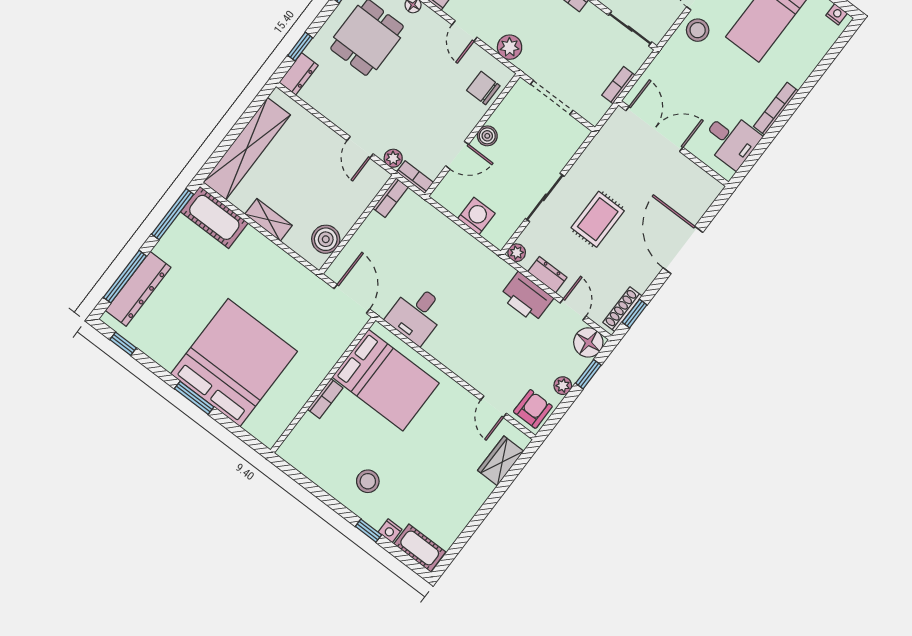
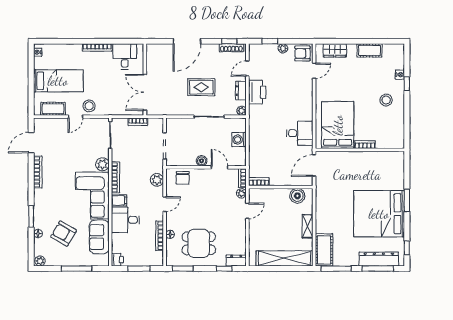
floor lamp: (588, 342) -> (256, 51), removed
bed: (234, 363) -> (379, 214), moved
cot: (420, 548) -> (369, 50), moved, turned 90

